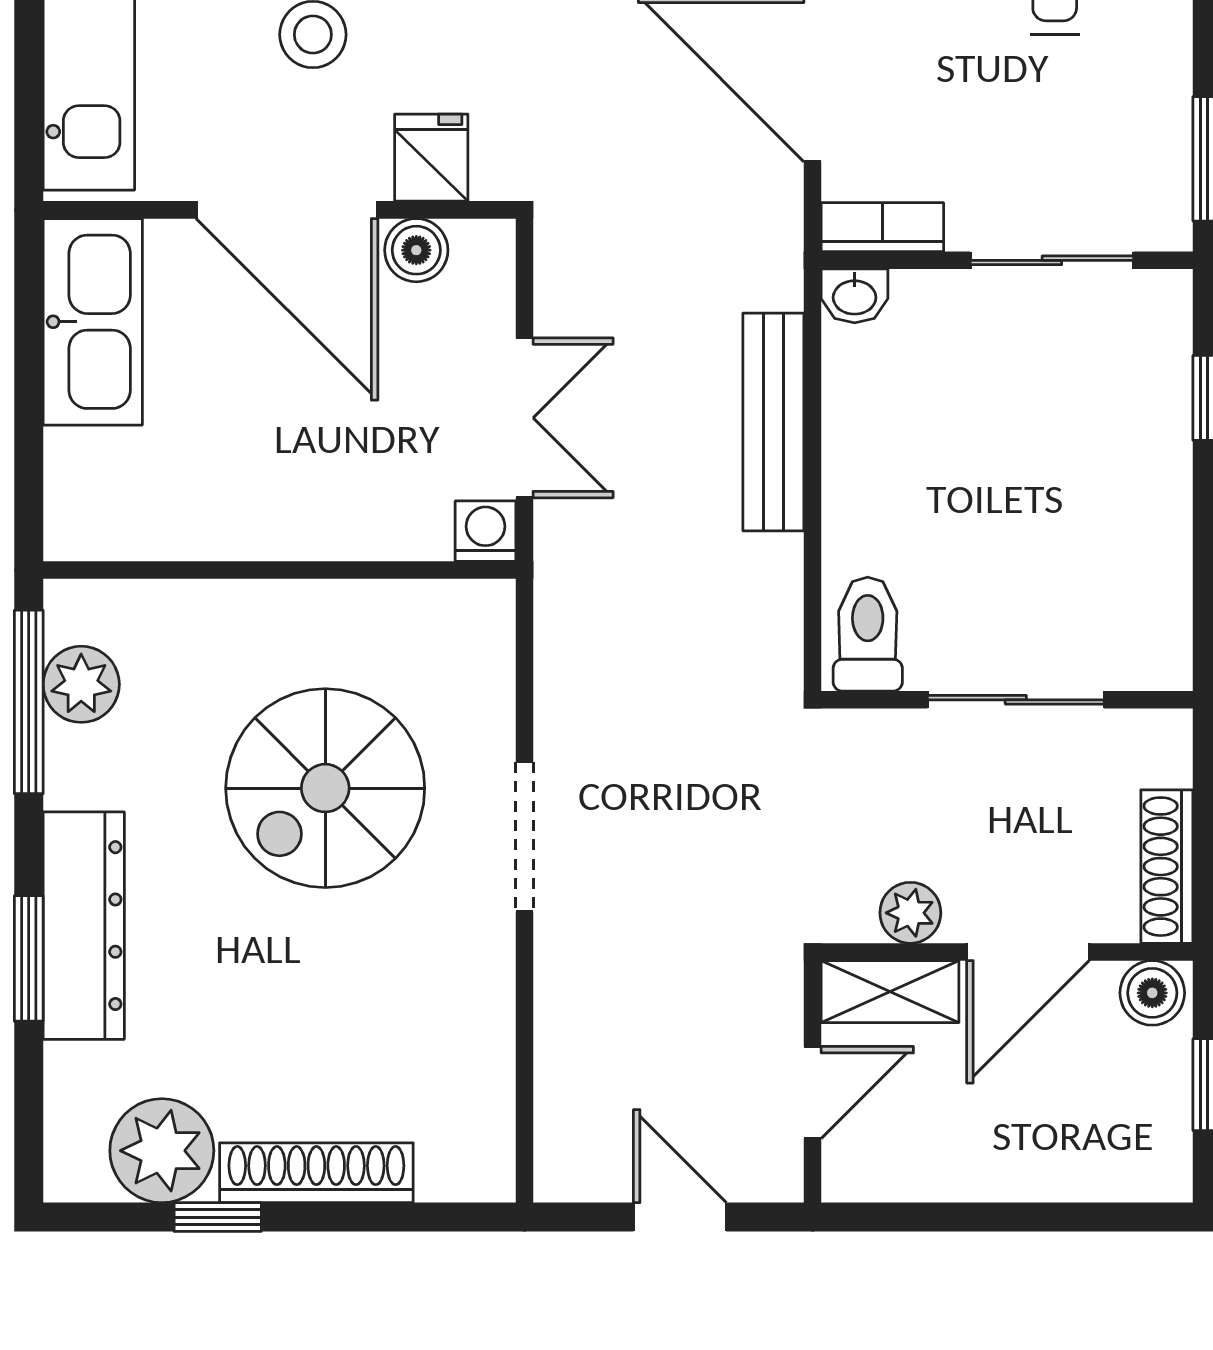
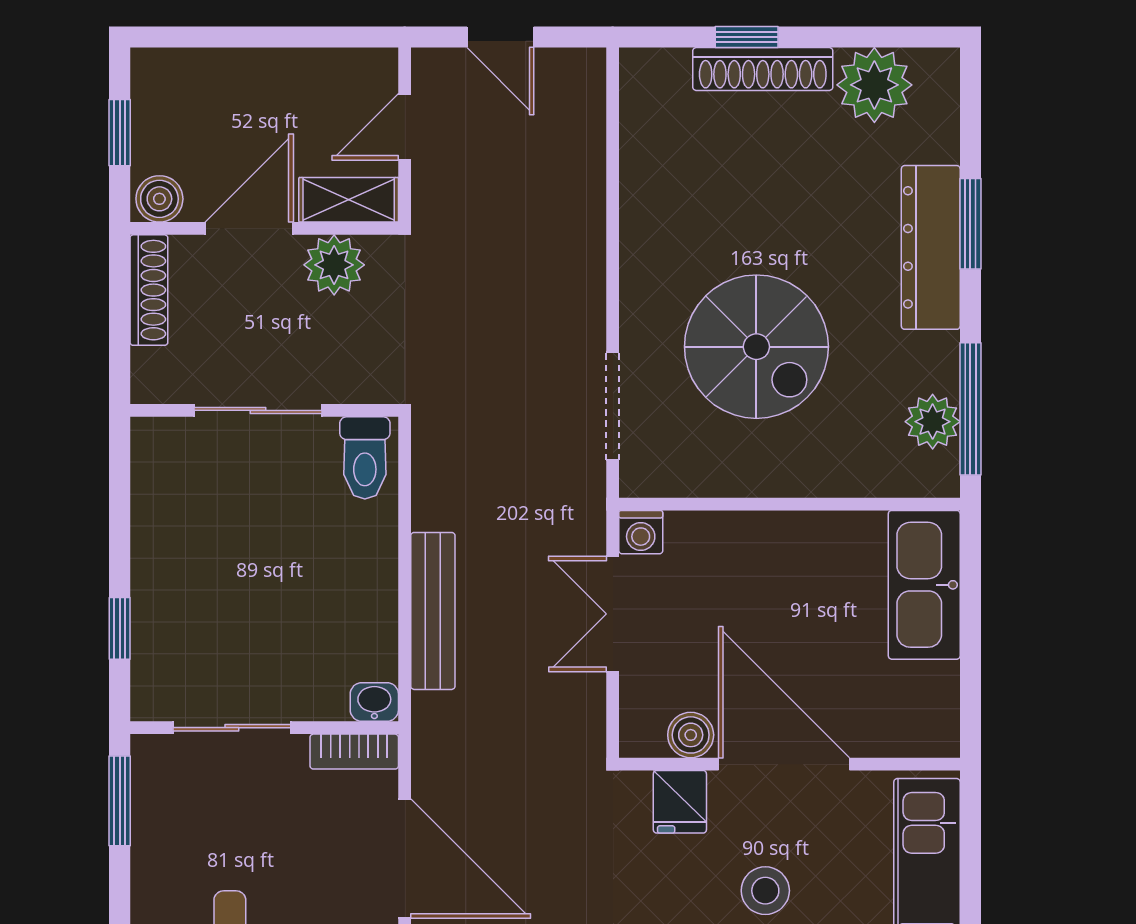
kitchen sink: (93, 322) -> (924, 585), moved
spiral stairs: (325, 788) -> (756, 347), turned 90
doorway: (524, 837) -> (613, 406), moved
plant: (910, 913) -> (334, 265), width x1.38, depth x1.38
window: (218, 1217) -> (747, 37), moved

